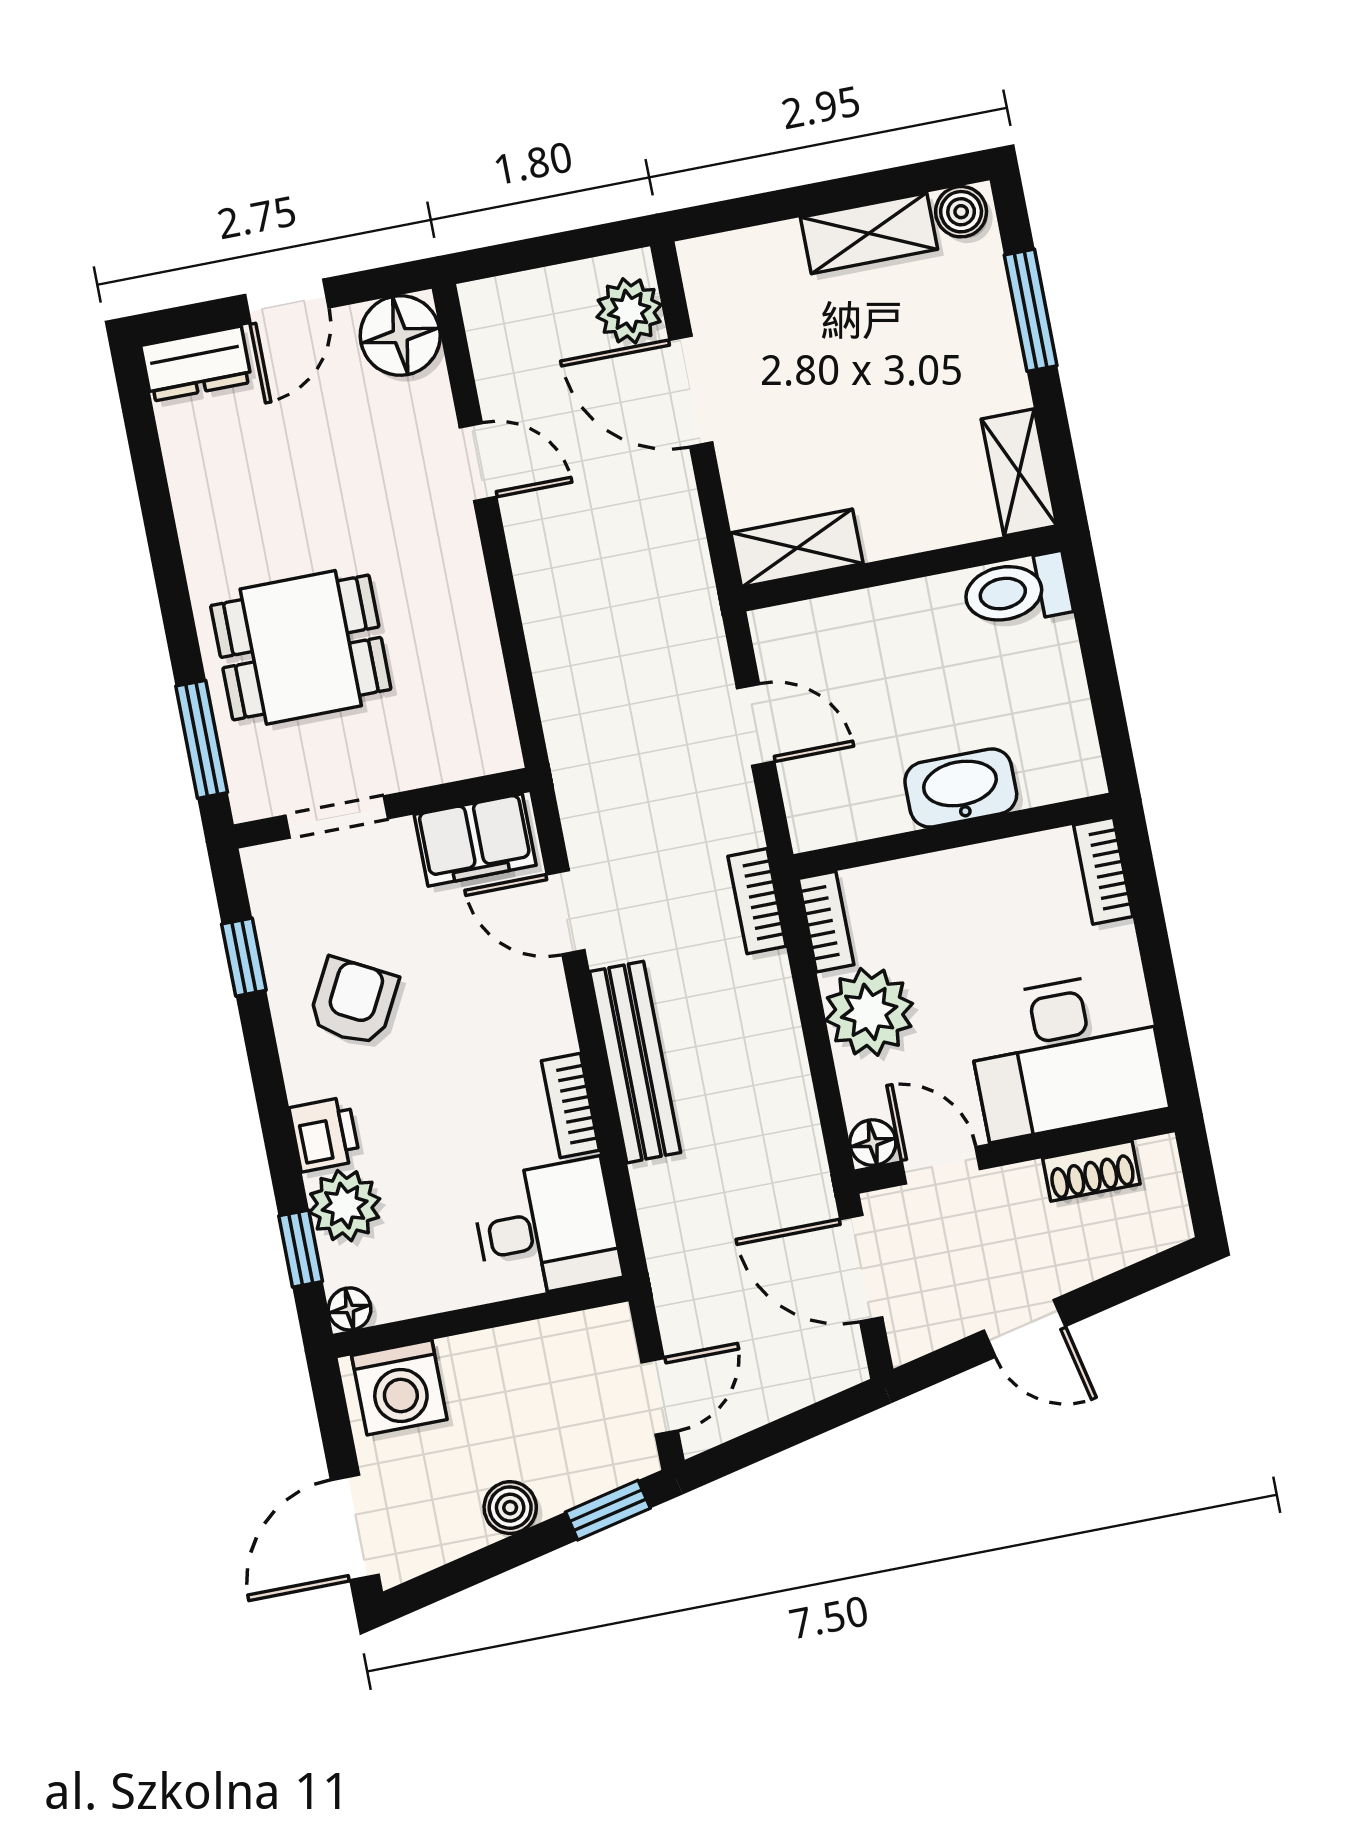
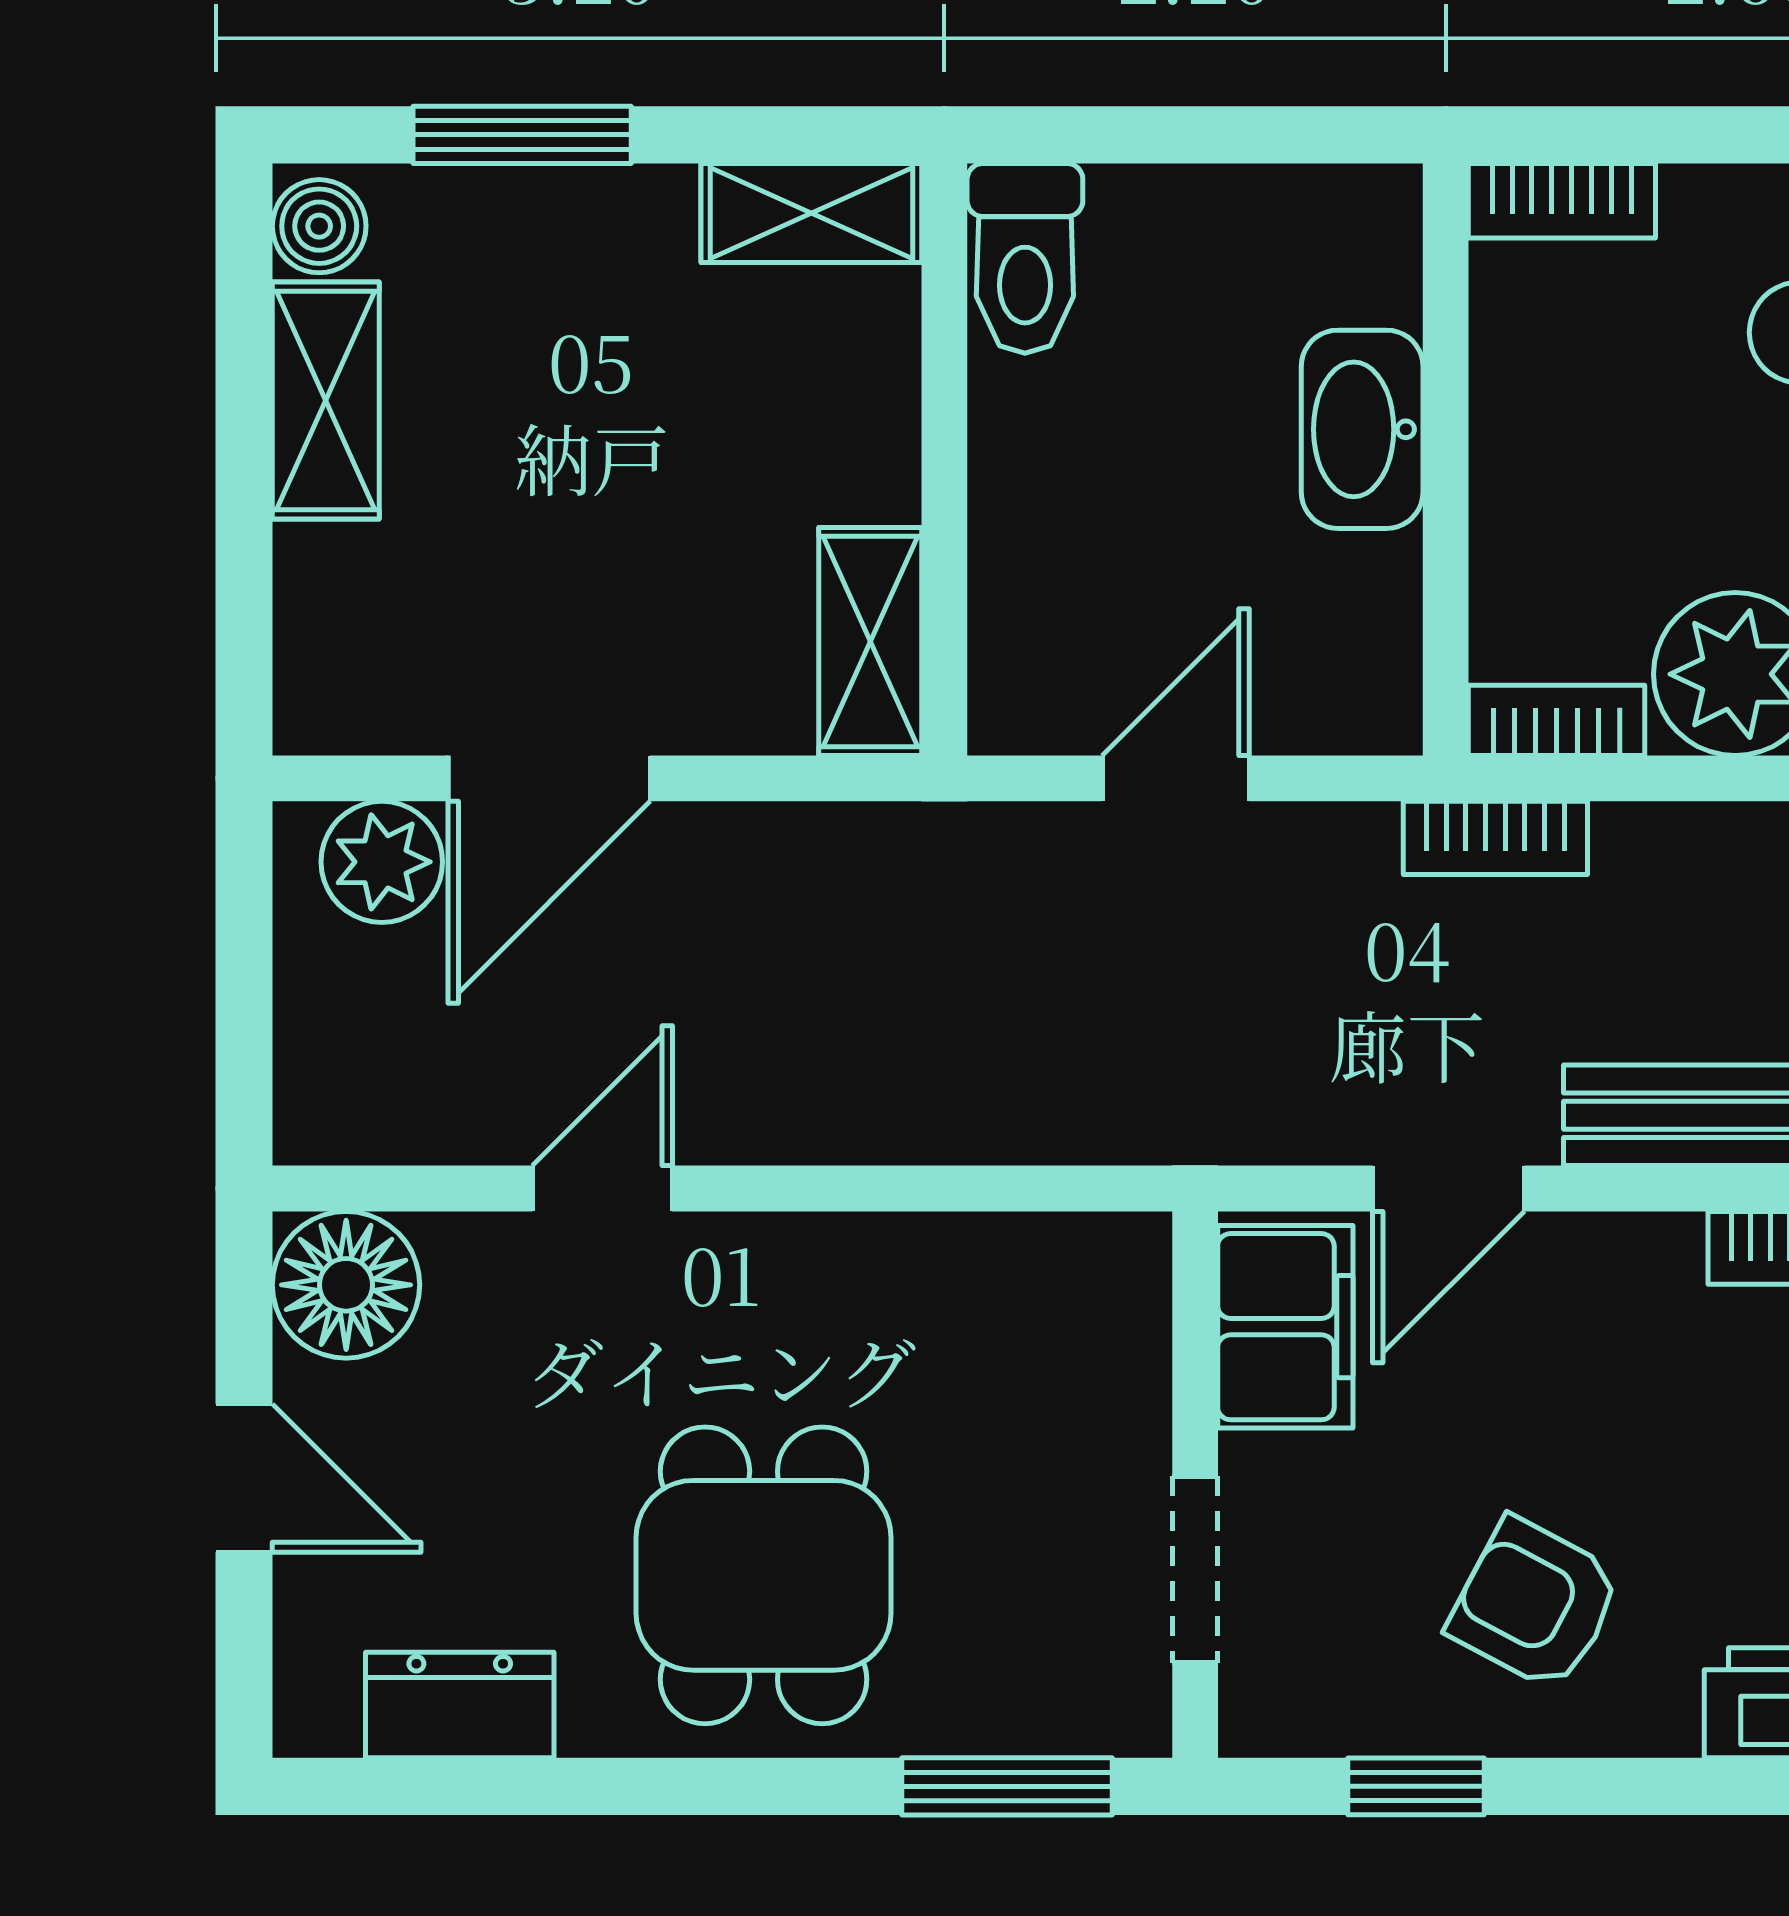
dresser: (196, 364) -> (460, 1705), moved, turned -90
dining table: (301, 647) -> (764, 1575), moved

